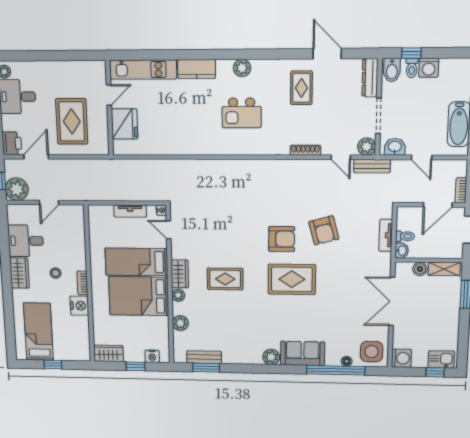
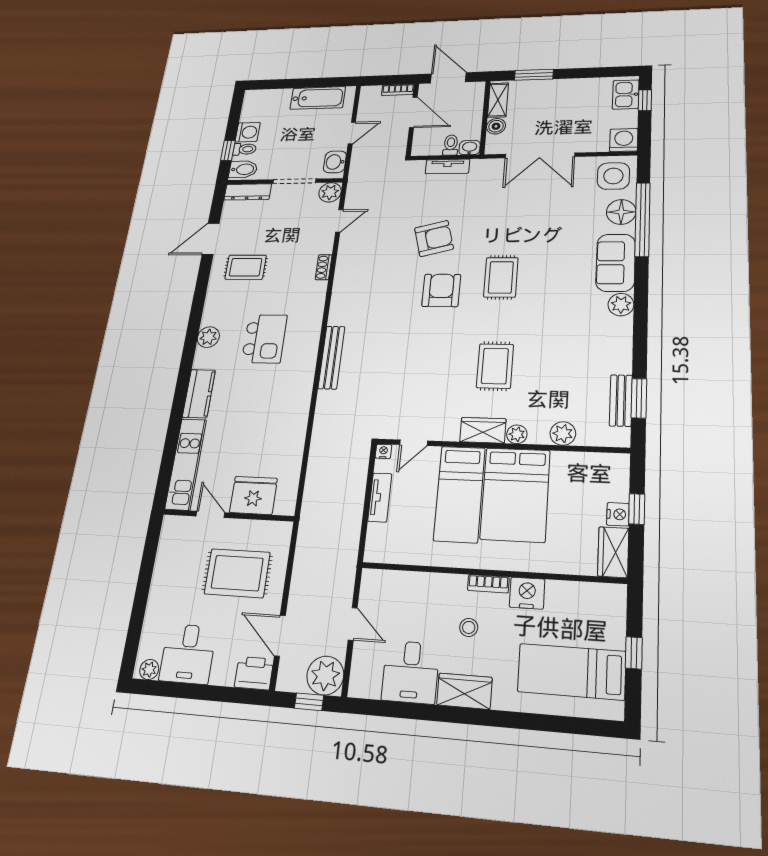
shoe rack: (305, 150) -> (324, 267), width x0.70
bench: (372, 166) -> (332, 357), moved, width x1.36
rug: (292, 279) -> (501, 277), width x0.73, depth x0.70
nightstand: (152, 356) -> (618, 514), moved
floor lamp: (347, 361) -> (621, 212), width x1.89, depth x1.89

